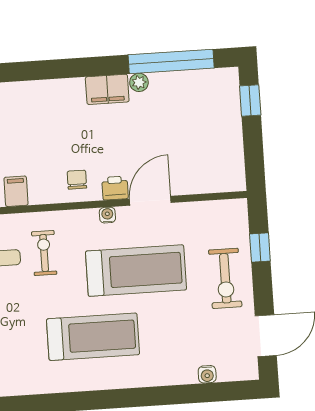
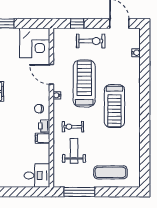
corner desk: (213, 162) -> (35, 43), added
printer: (115, 188) -> (44, 126), moved
treadmill: (93, 337) -> (114, 106), turned 180

